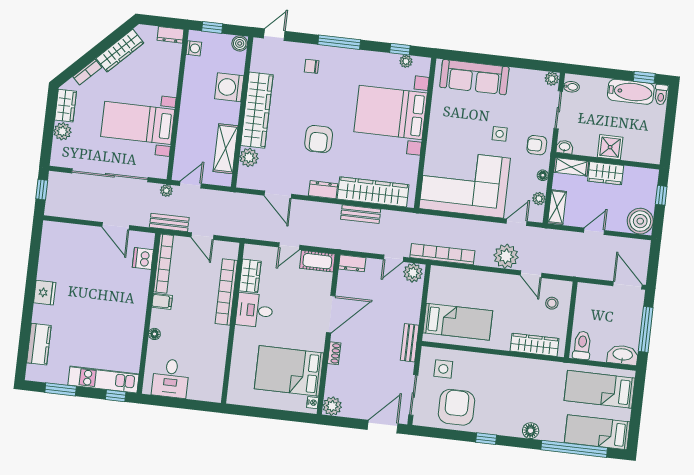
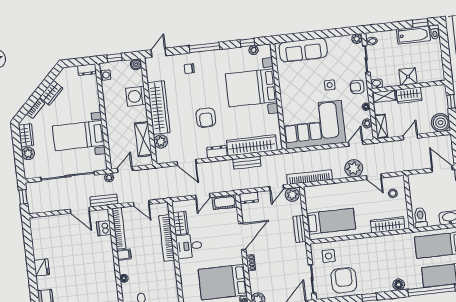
wardrobe: (120, 51) -> (51, 93), width x0.67
bench: (169, 222) -> (104, 200), moved
bench: (410, 343) -> (300, 229), moved

